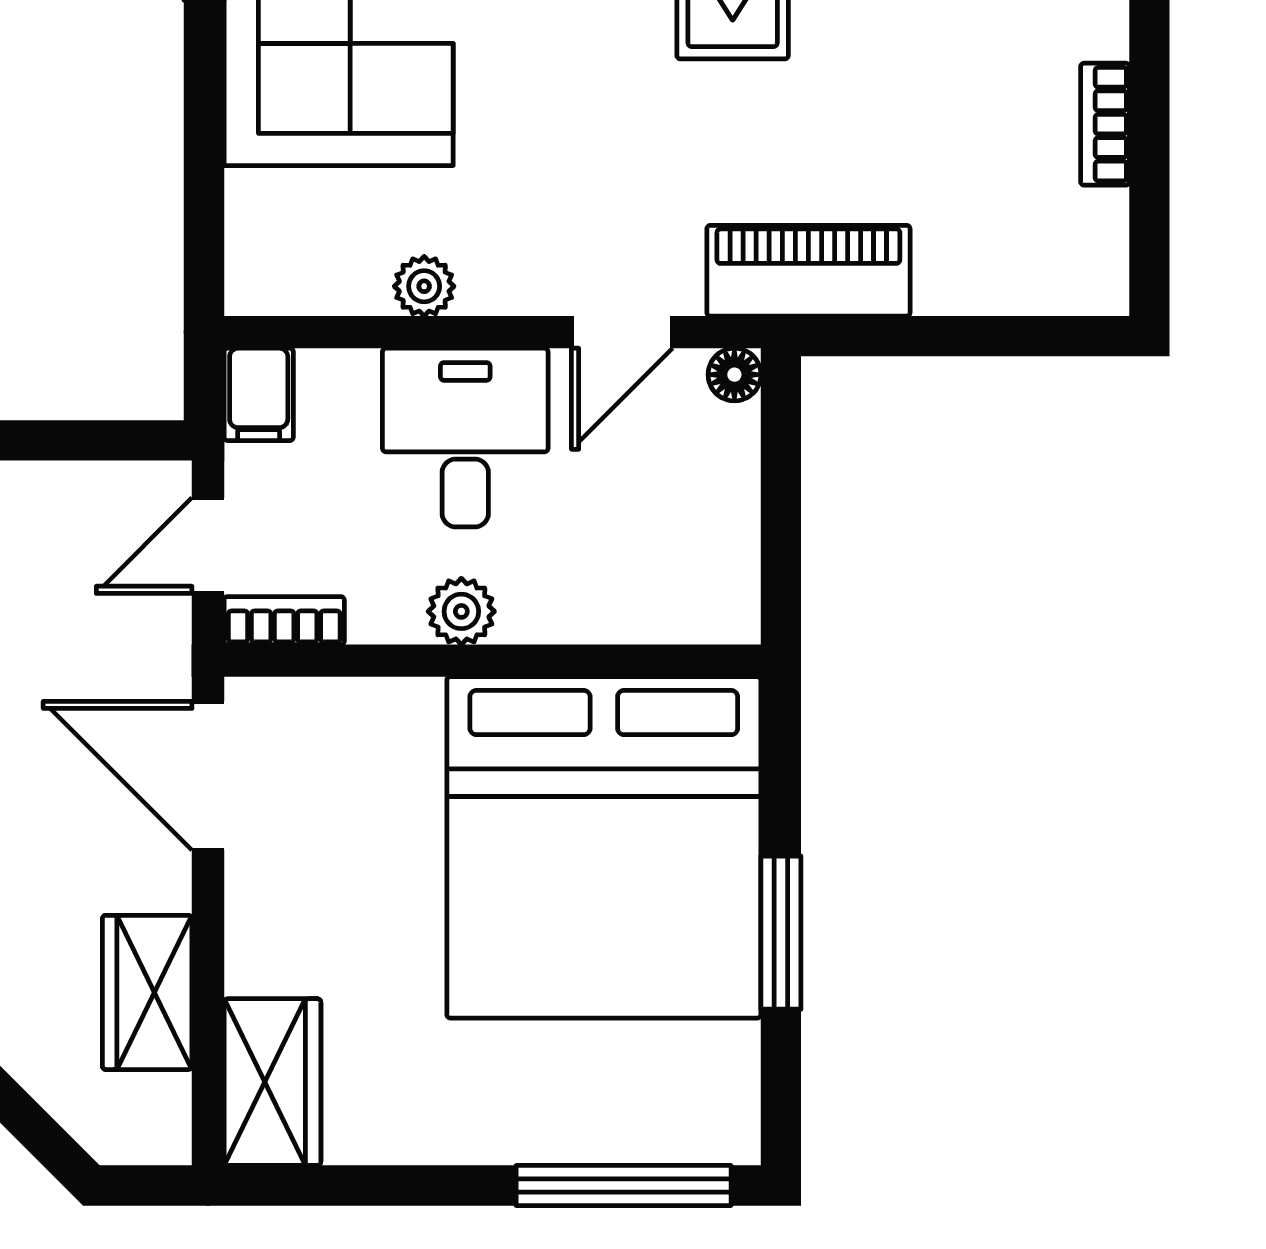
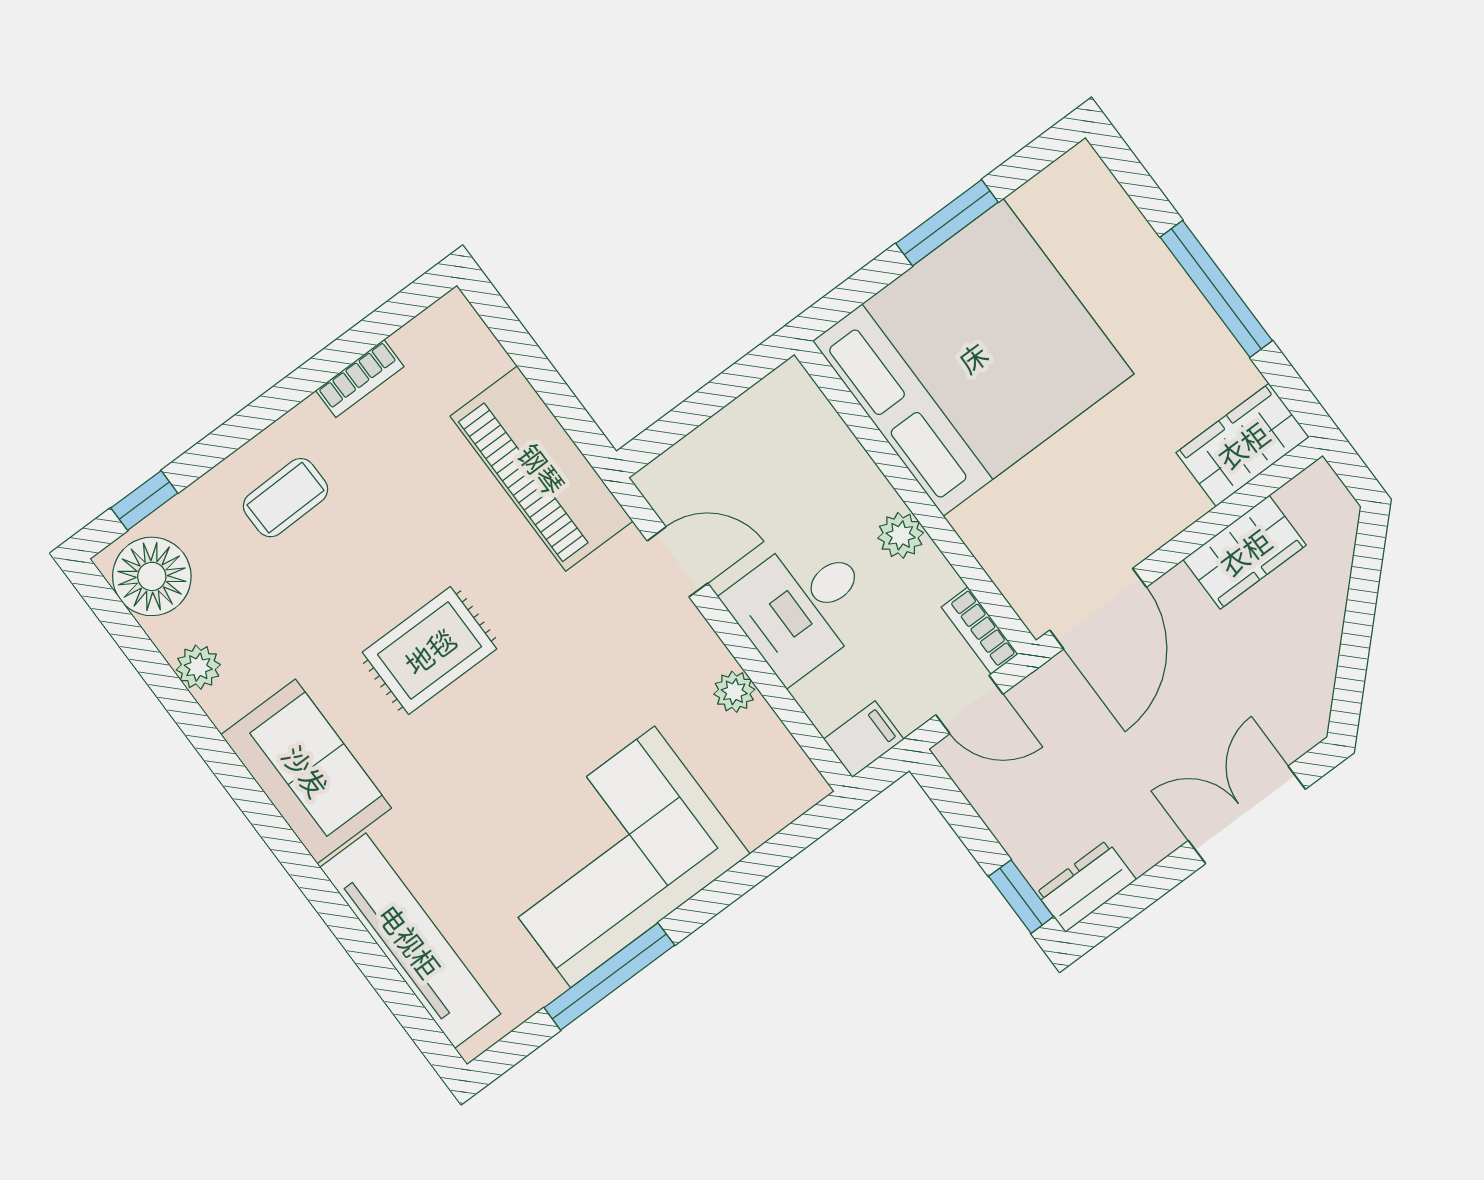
piano: (808, 271) -> (542, 469), width x1.37, depth x1.33
floor lamp: (734, 375) -> (654, 481), removed
window: (624, 1185) -> (1216, 289), moved

